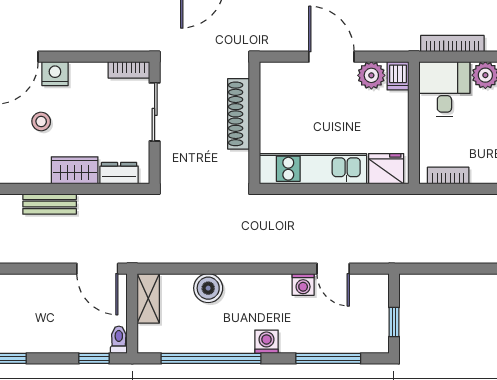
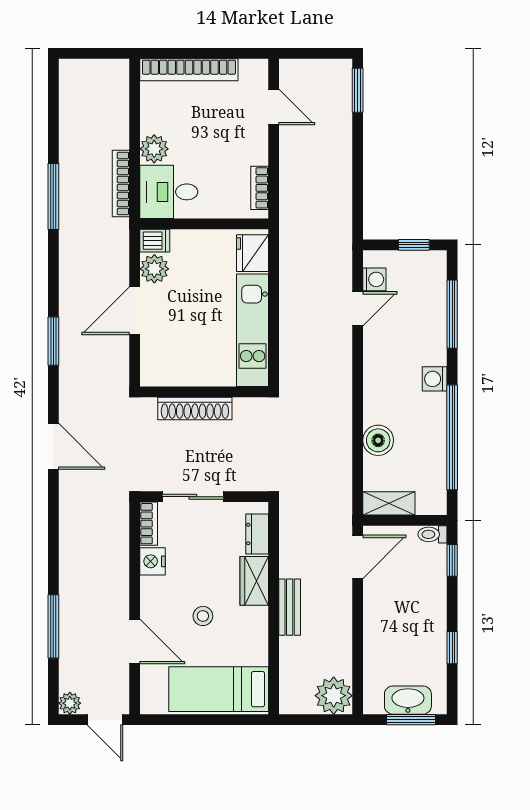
nightstand: (55, 74) -> (153, 561), moved
washing machine: (303, 285) -> (374, 279), moved

